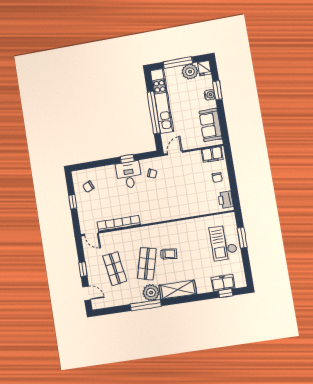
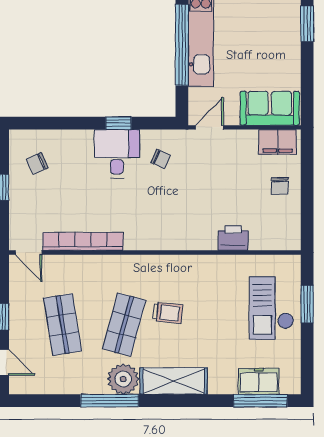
water cooler: (210, 95) -> (292, 30), removed
sofa: (211, 125) -> (270, 108), moved, turned 90
printer: (226, 200) -> (233, 238), moved, turned 90
window: (226, 293) -> (260, 401), width x2.17

